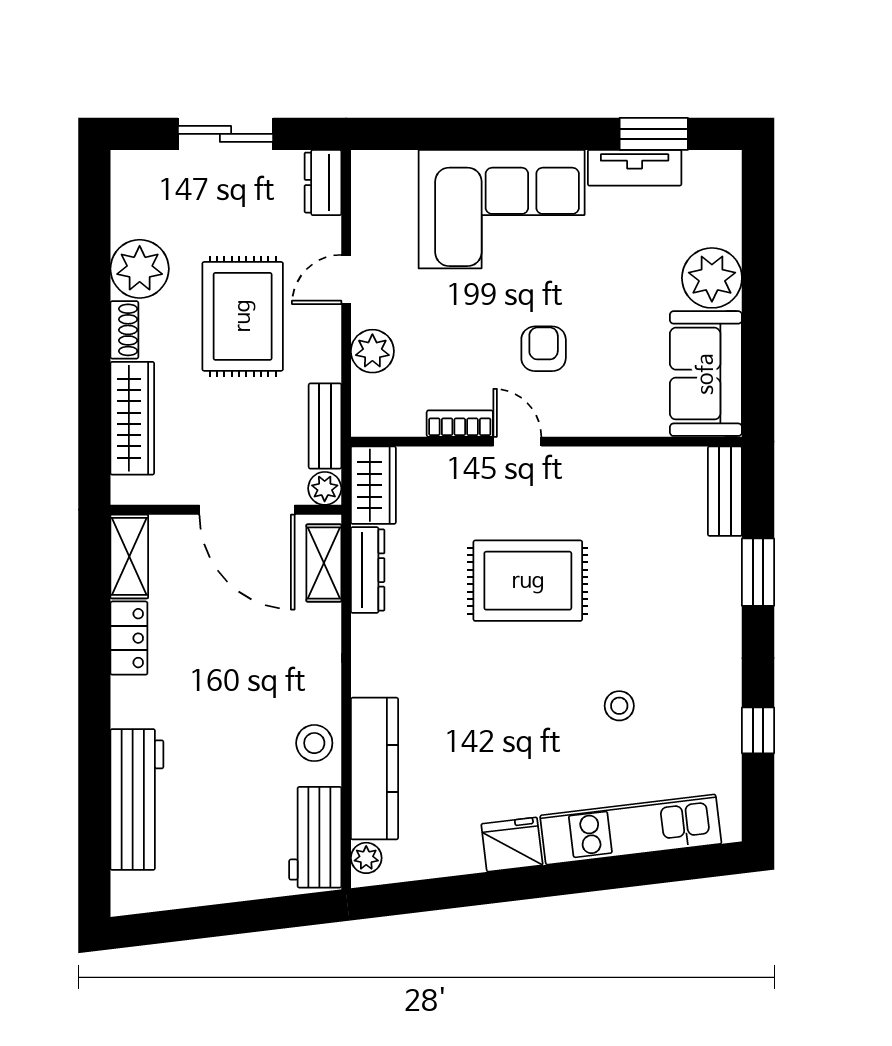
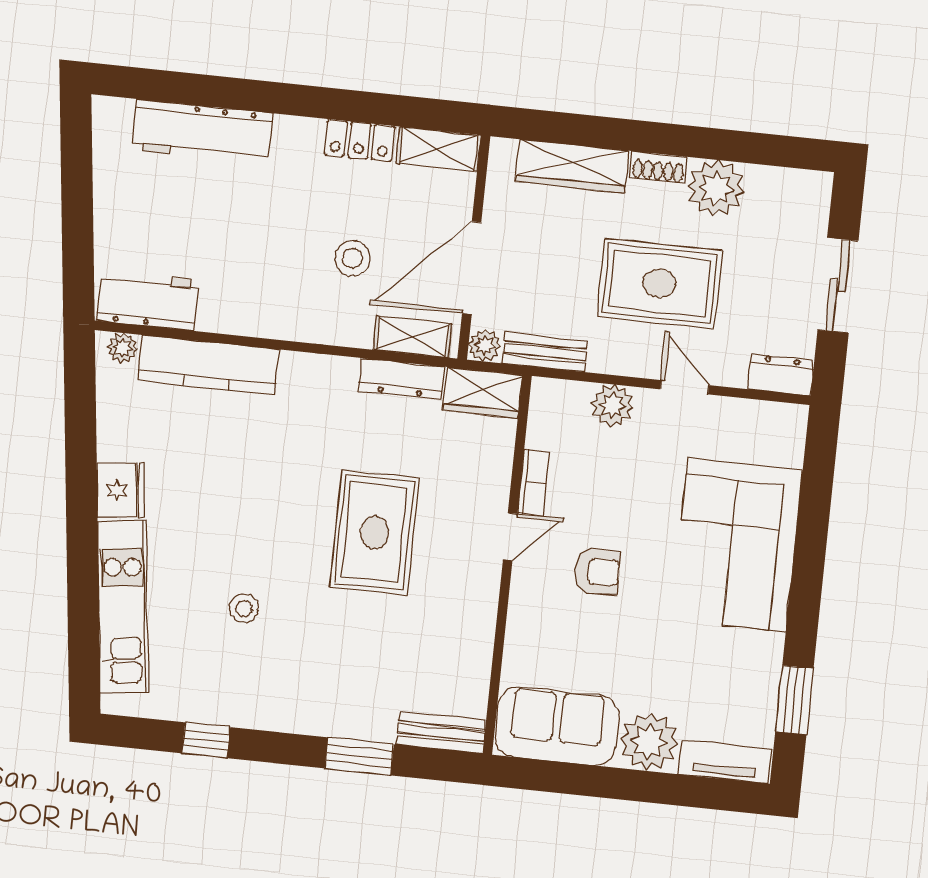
tv unit: (635, 168) -> (725, 762), moved, turned 90
stool: (314, 743) -> (353, 258), moved

